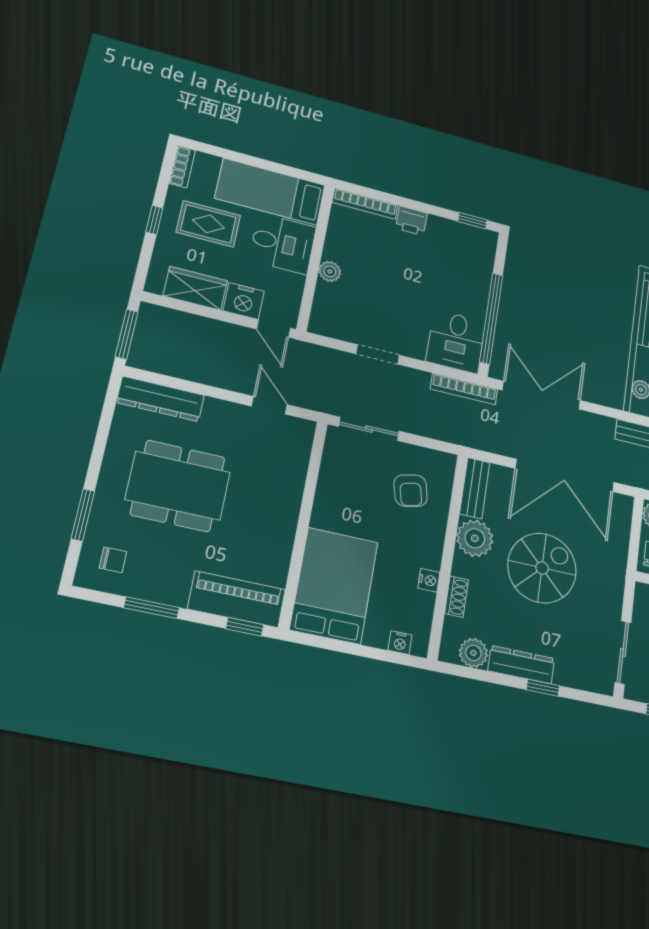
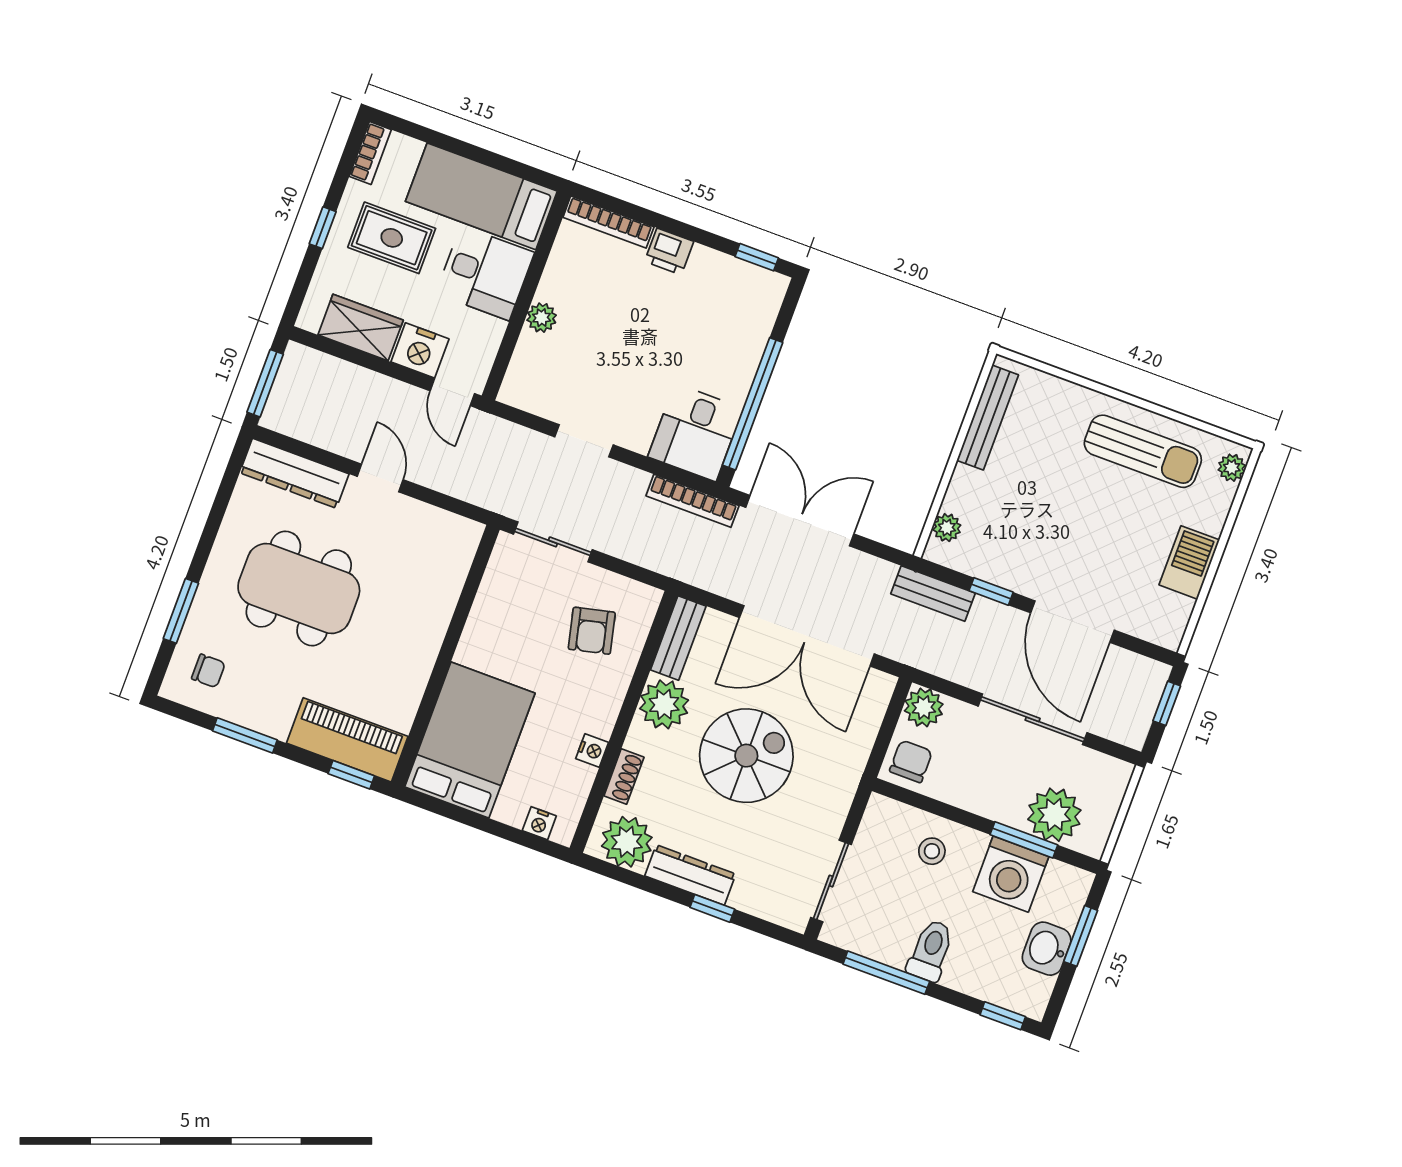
door: (269, 405) -> (380, 478), moved
plant: (473, 653) -> (627, 842), width x1.36, depth x1.36

